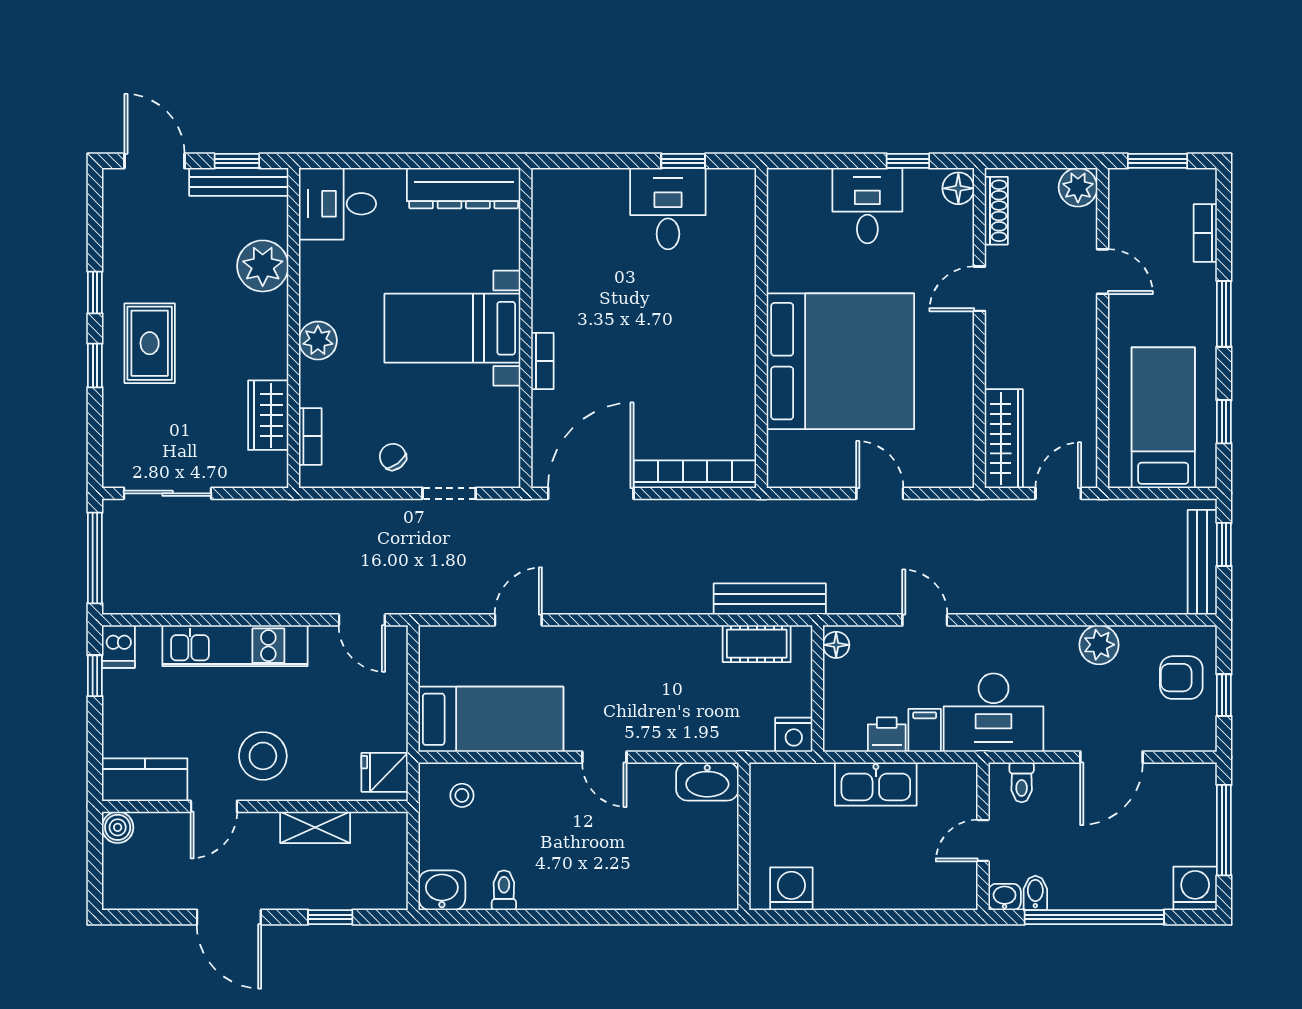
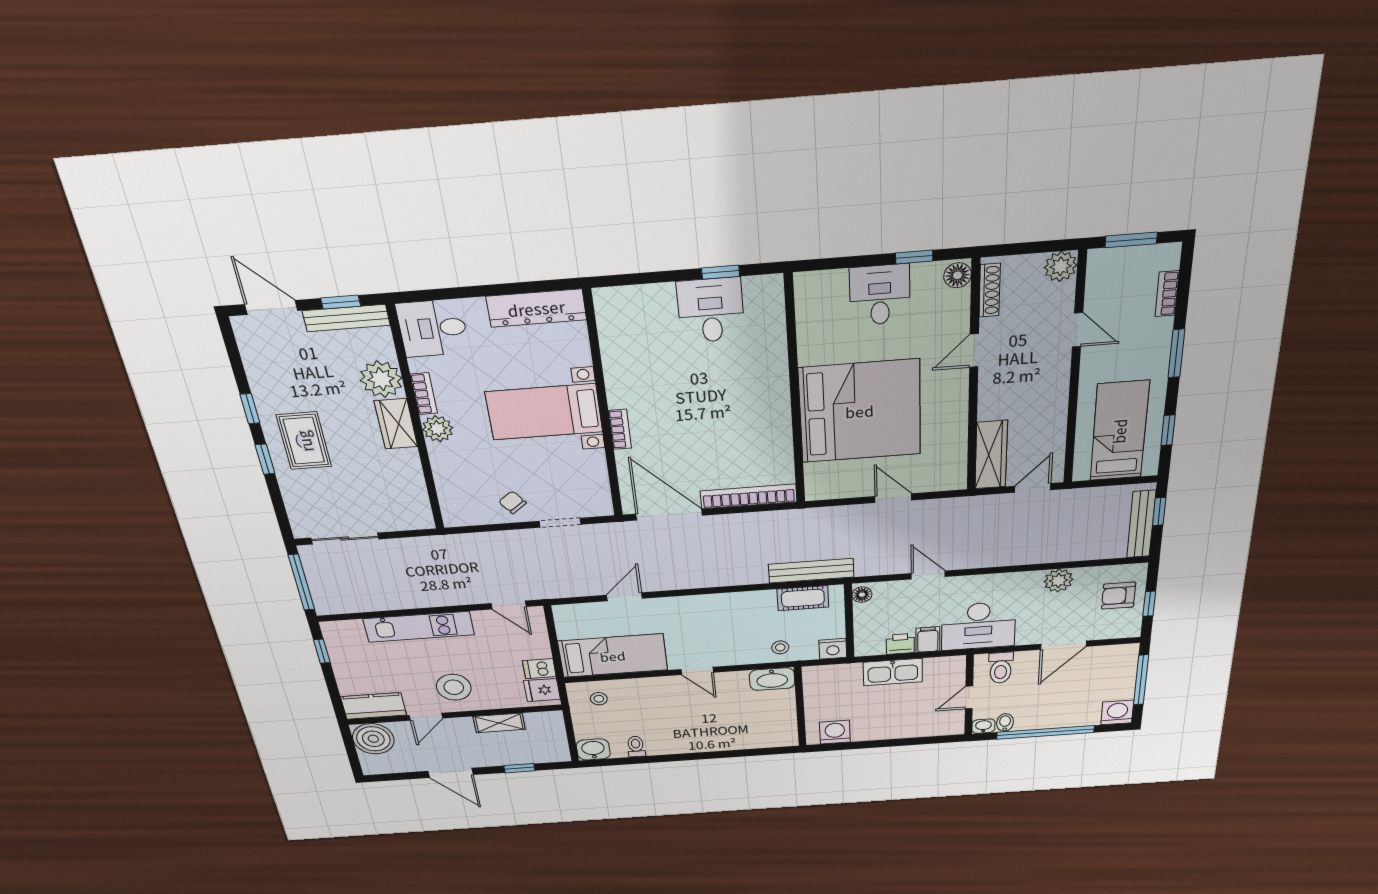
wardrobe: (268, 415) -> (396, 424), moved
bookcase: (310, 436) -> (424, 394), moved
door: (591, 493) -> (669, 515), hinge flipped
dishwasher: (118, 647) -> (539, 669), moved, turned 90
stool: (722, 726) -> (780, 647), added
toilet: (1022, 782) -> (1001, 668), width x1.37, depth x1.39
boiler: (118, 827) -> (373, 739), width x1.86, depth x1.86

